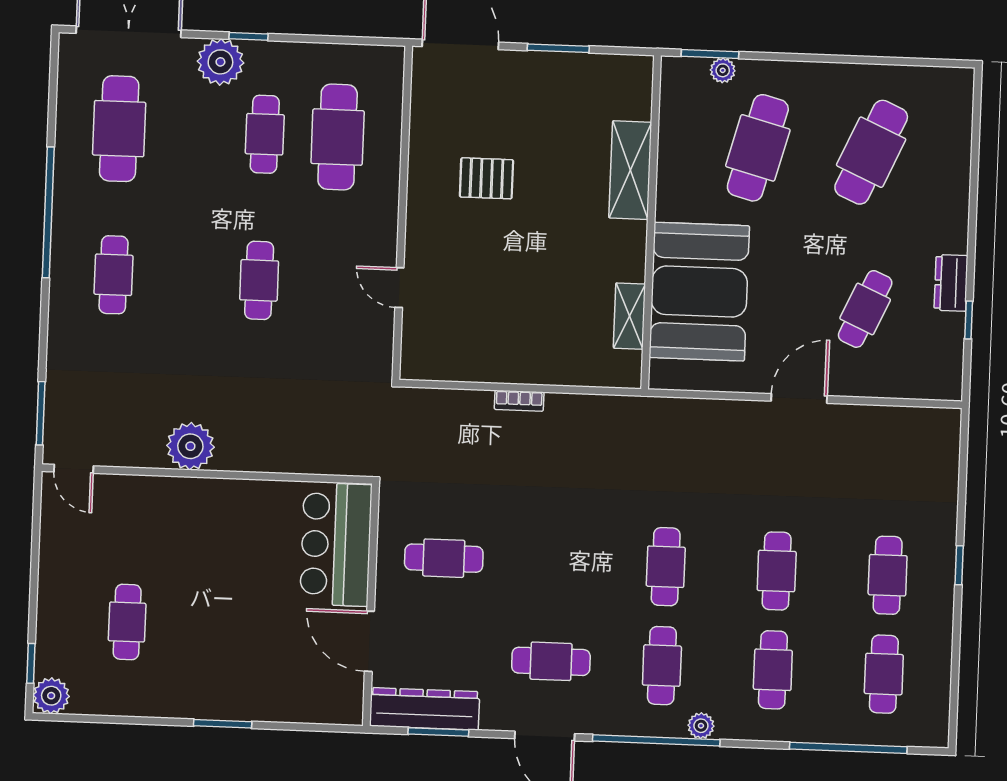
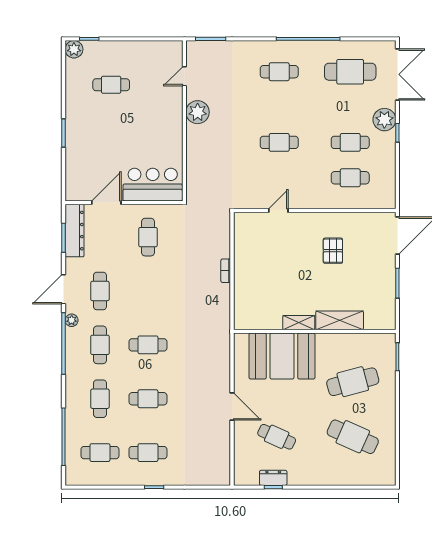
plant: (723, 70) -> (390, 363), removed
cafe table: (338, 137) -> (350, 178), width x0.73, depth x0.74
cafe table: (758, 148) -> (353, 382), turned -30
dresser: (951, 283) -> (273, 478), moved
shelving: (629, 316) -> (299, 323), moved
door: (74, 469) -> (184, 76), moved
cafe table: (662, 666) -> (100, 345), turned 90
cafe table: (773, 670) -> (100, 399), turned 90
plant: (701, 726) -> (72, 320), moved

